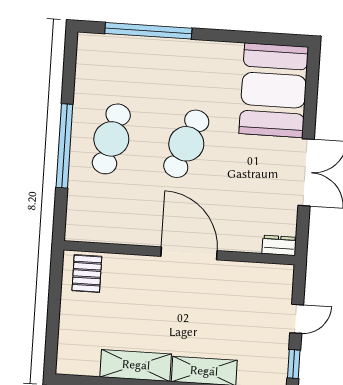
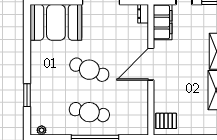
window: (148, 31) -> (27, 95), width x0.47
plant: (85, 52) -> (42, 130), added
filing cabinet: (262, 279) -> (163, 22), added

